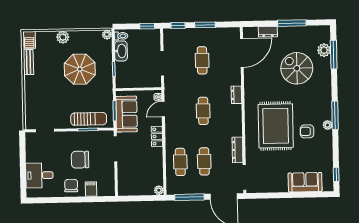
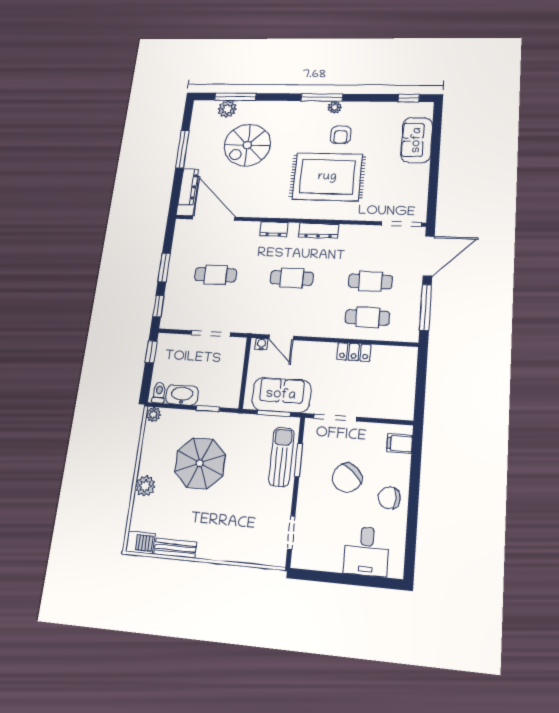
dresser: (268, 32) -> (188, 187), width x1.44
locker: (157, 136) -> (354, 352), moved
dresser: (238, 150) -> (319, 231), moved
chair: (80, 160) -> (347, 478), turned 41
filing cabinet: (91, 189) -> (400, 444), moved
plant: (159, 190) -> (410, 354), removed

